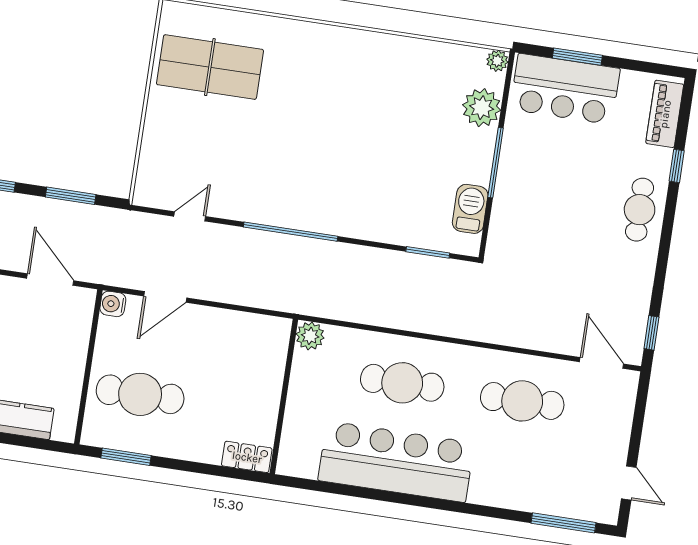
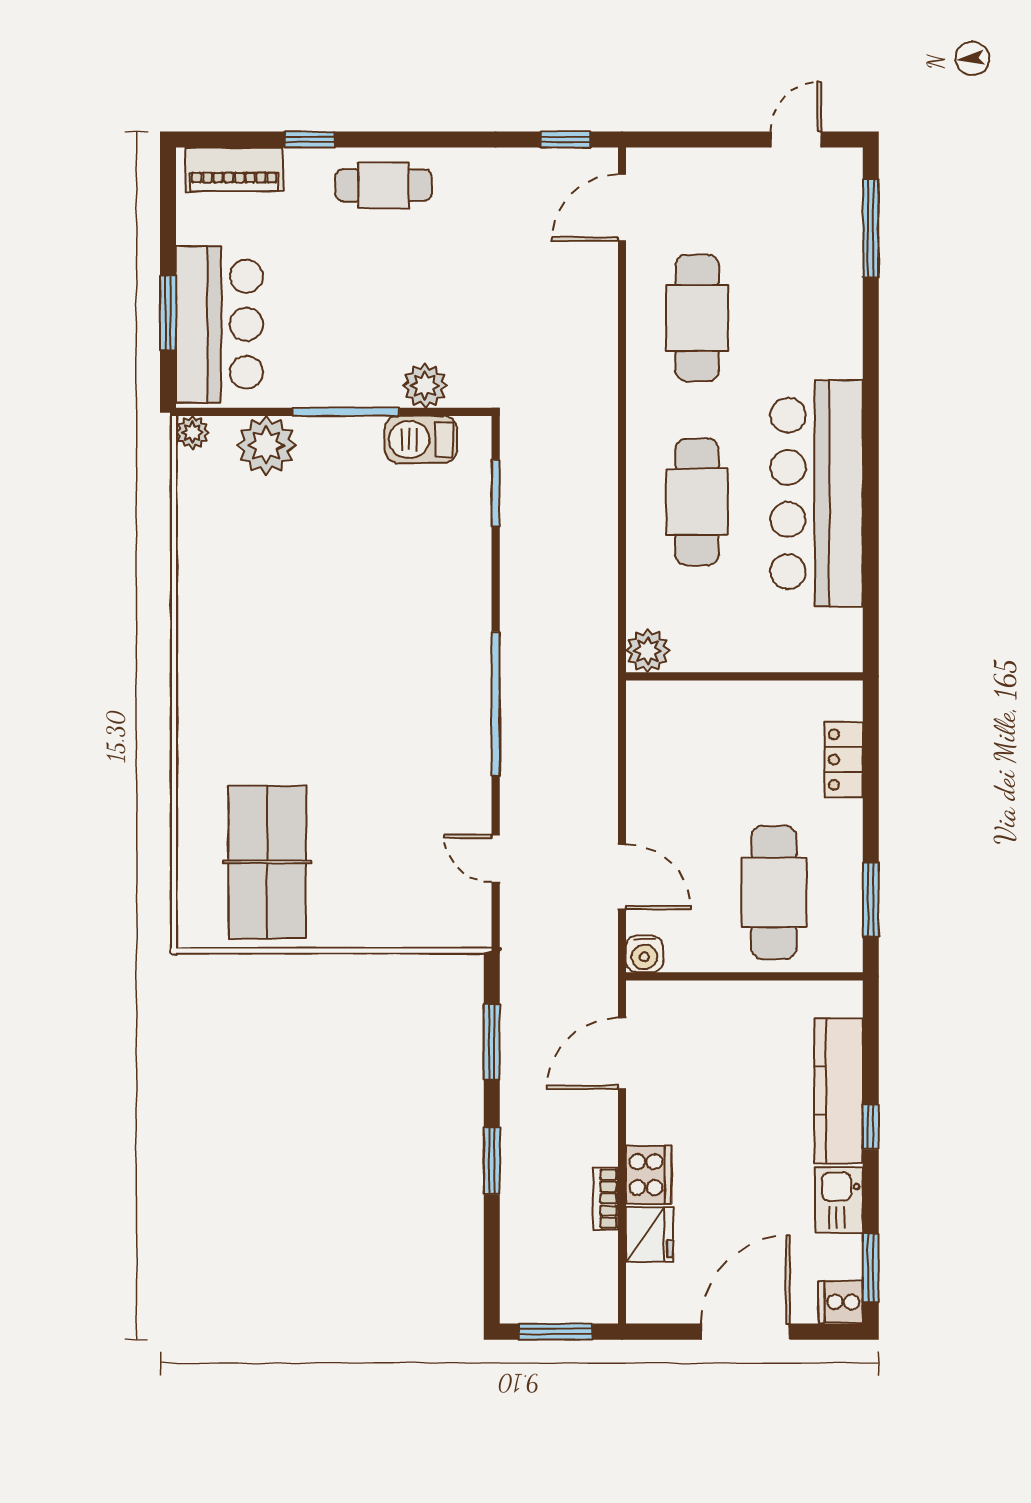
plant: (505, 217) -> (425, 386), added
locker: (247, 457) -> (844, 760), moved

